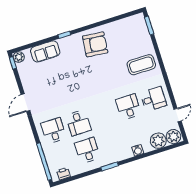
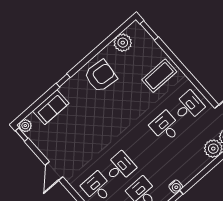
plant: (124, 26) -> (123, 43), added
desk: (78, 123) -> (120, 167), turned -90
water cooler: (138, 150) -> (176, 187), moved

